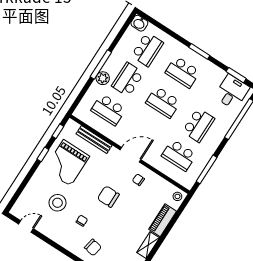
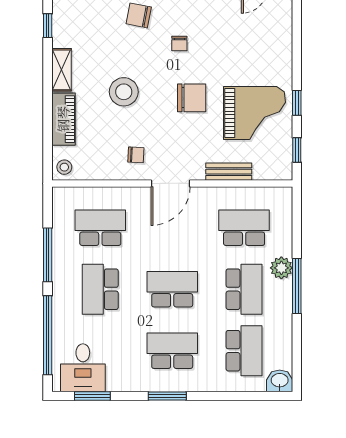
school desk: (147, 49) -> (244, 351), turned 180
bench: (94, 140) -> (229, 172), width x0.73
grand piano: (67, 163) -> (254, 113), turned 90
window: (207, 169) -> (48, 255), moved
chair: (108, 197) -> (192, 98), moved
stool: (57, 203) -> (124, 92), moved

